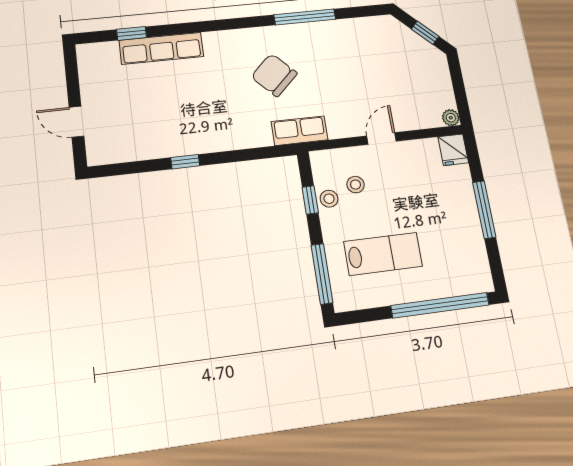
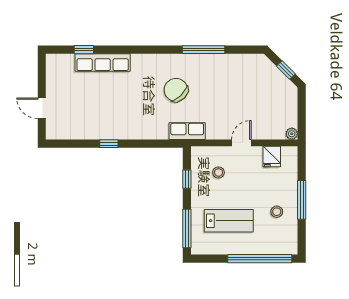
fridge: (453, 150) -> (272, 156), moved
stool: (329, 199) -> (277, 212), moved

